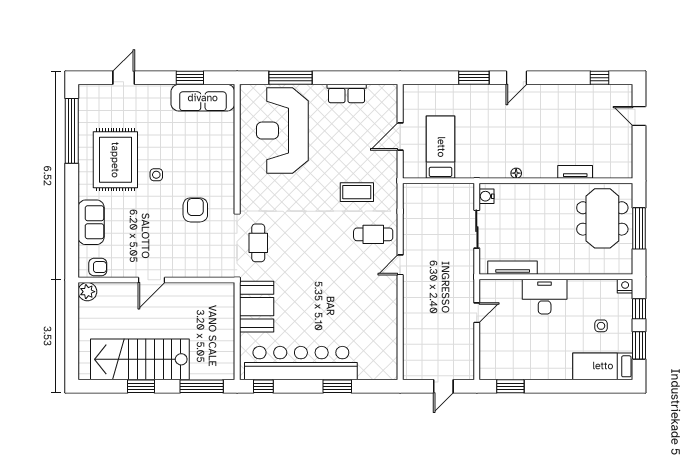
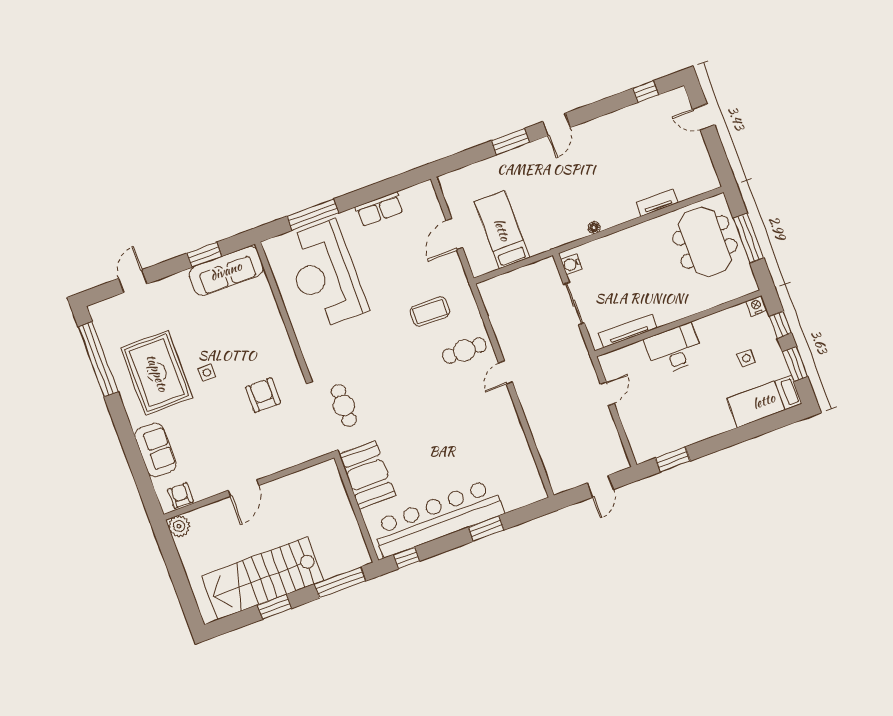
armchair: (98, 267) -> (180, 496), turned -90

